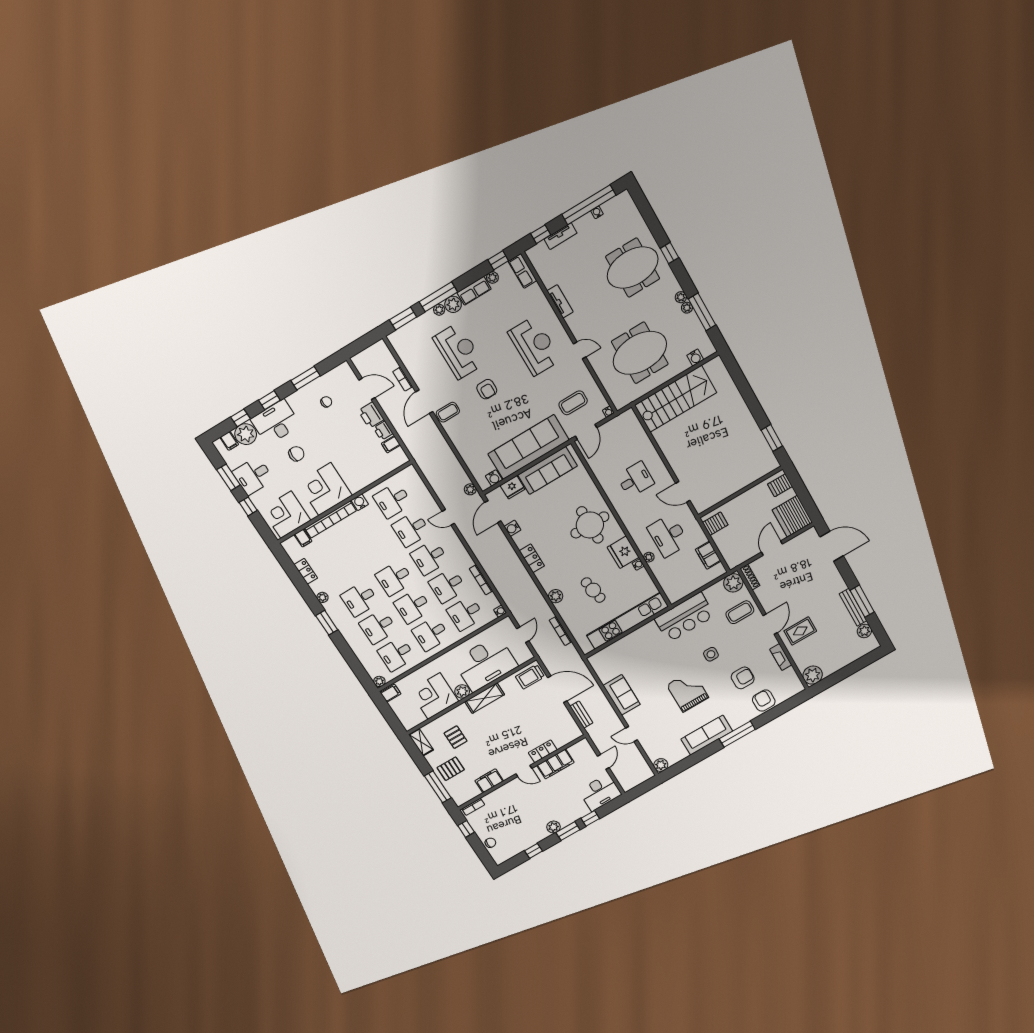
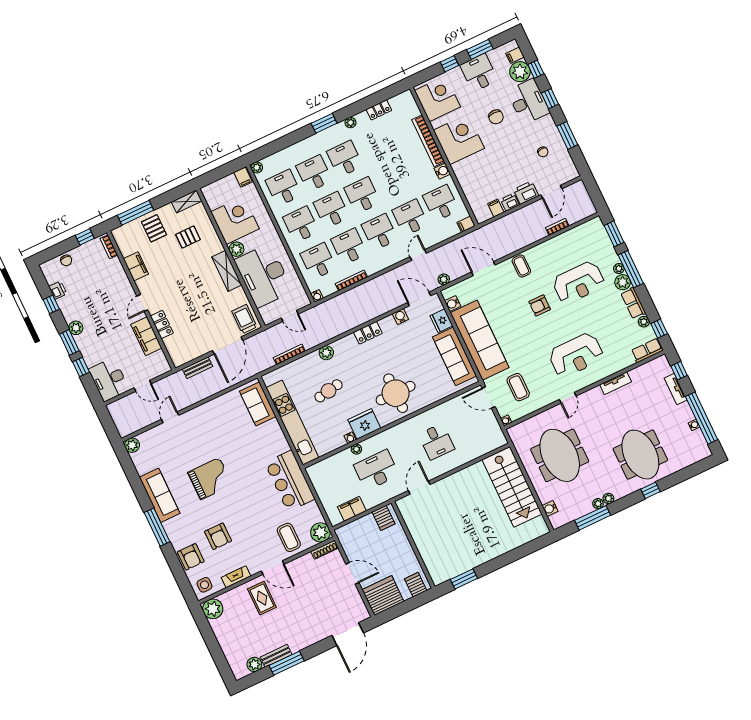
door: (424, 402) -> (483, 269), moved
filing cabinet: (303, 538) -> (466, 224), moved
bench: (853, 607) -> (276, 656), width x0.73
side table: (711, 654) -> (204, 585), moved
sofa: (622, 695) -> (258, 404), moved, turned 90
armchair: (764, 701) -> (191, 557), turned 90
printer: (519, 847) -> (58, 290), added

